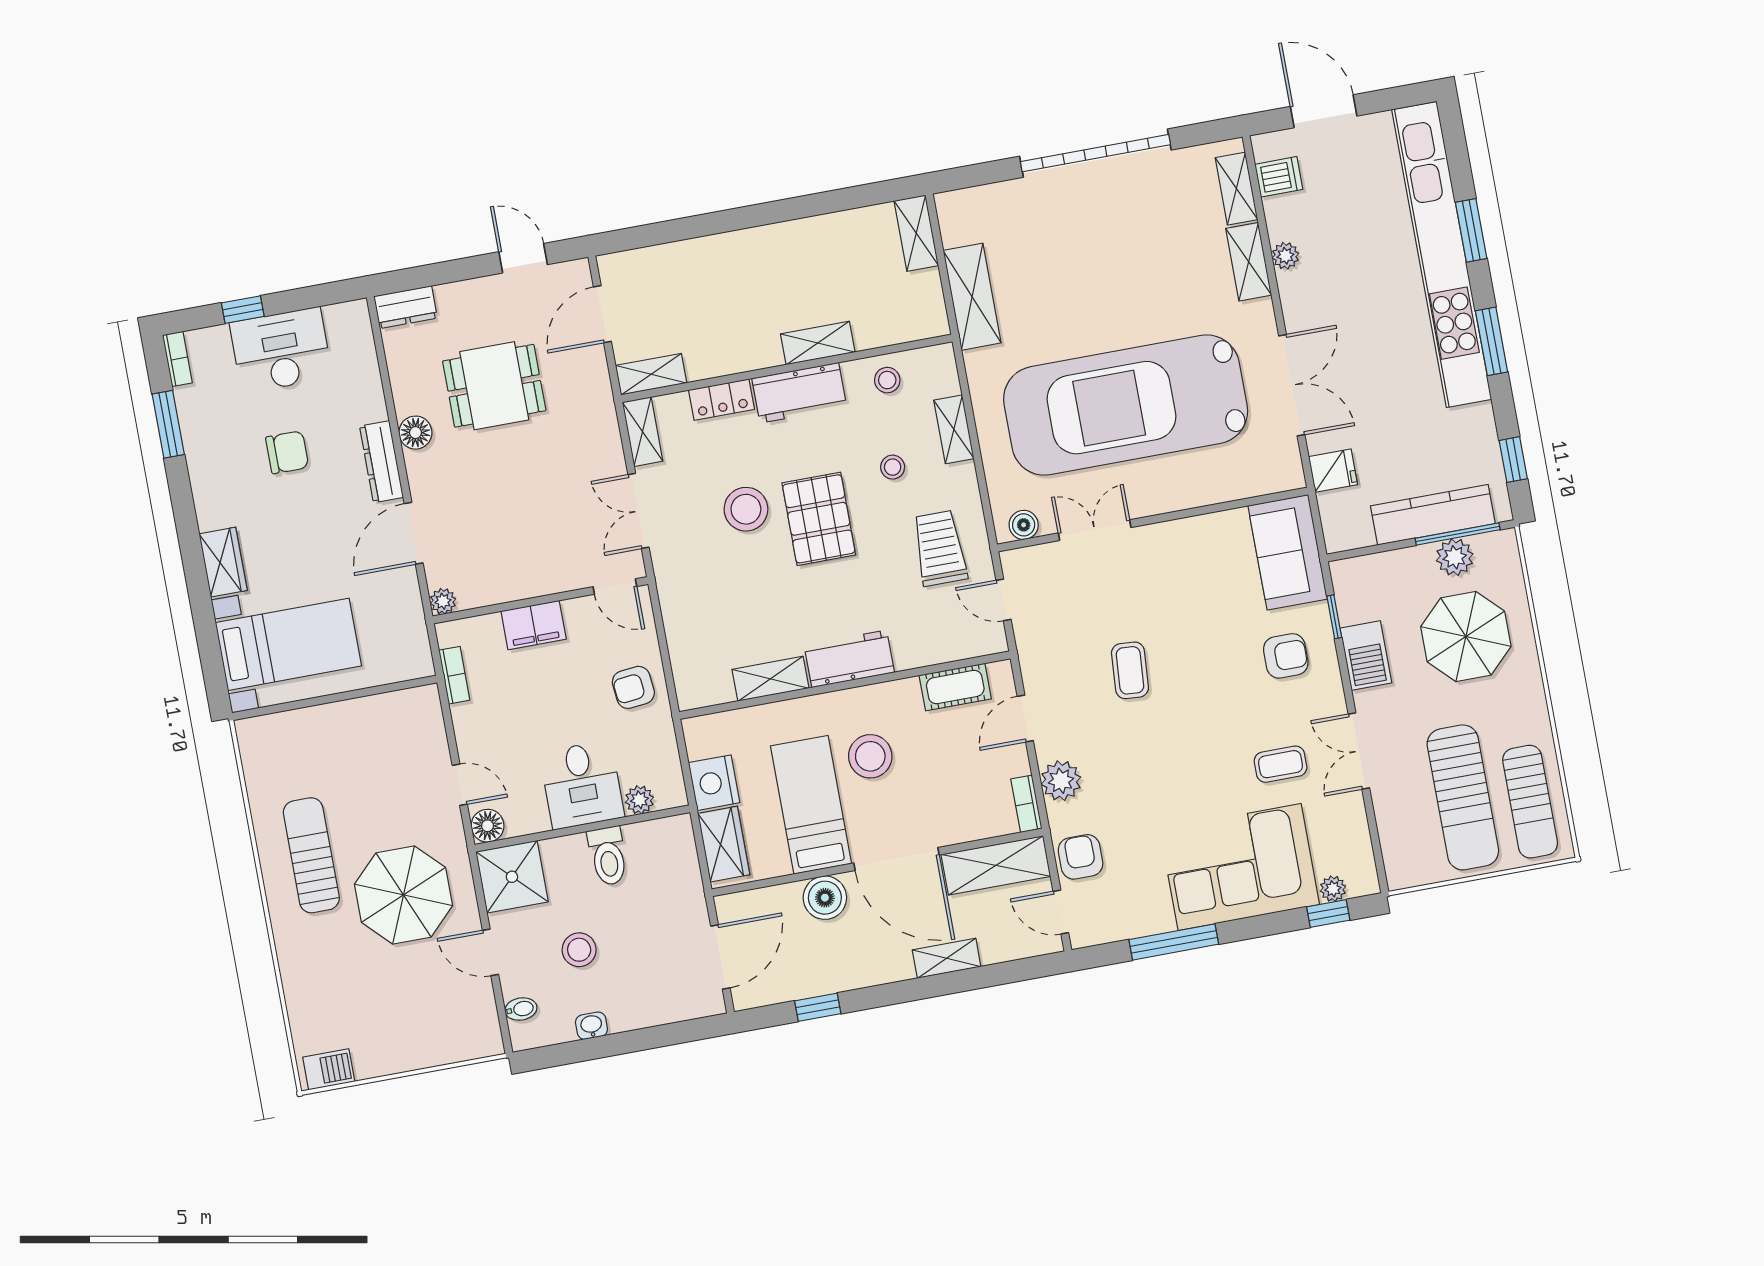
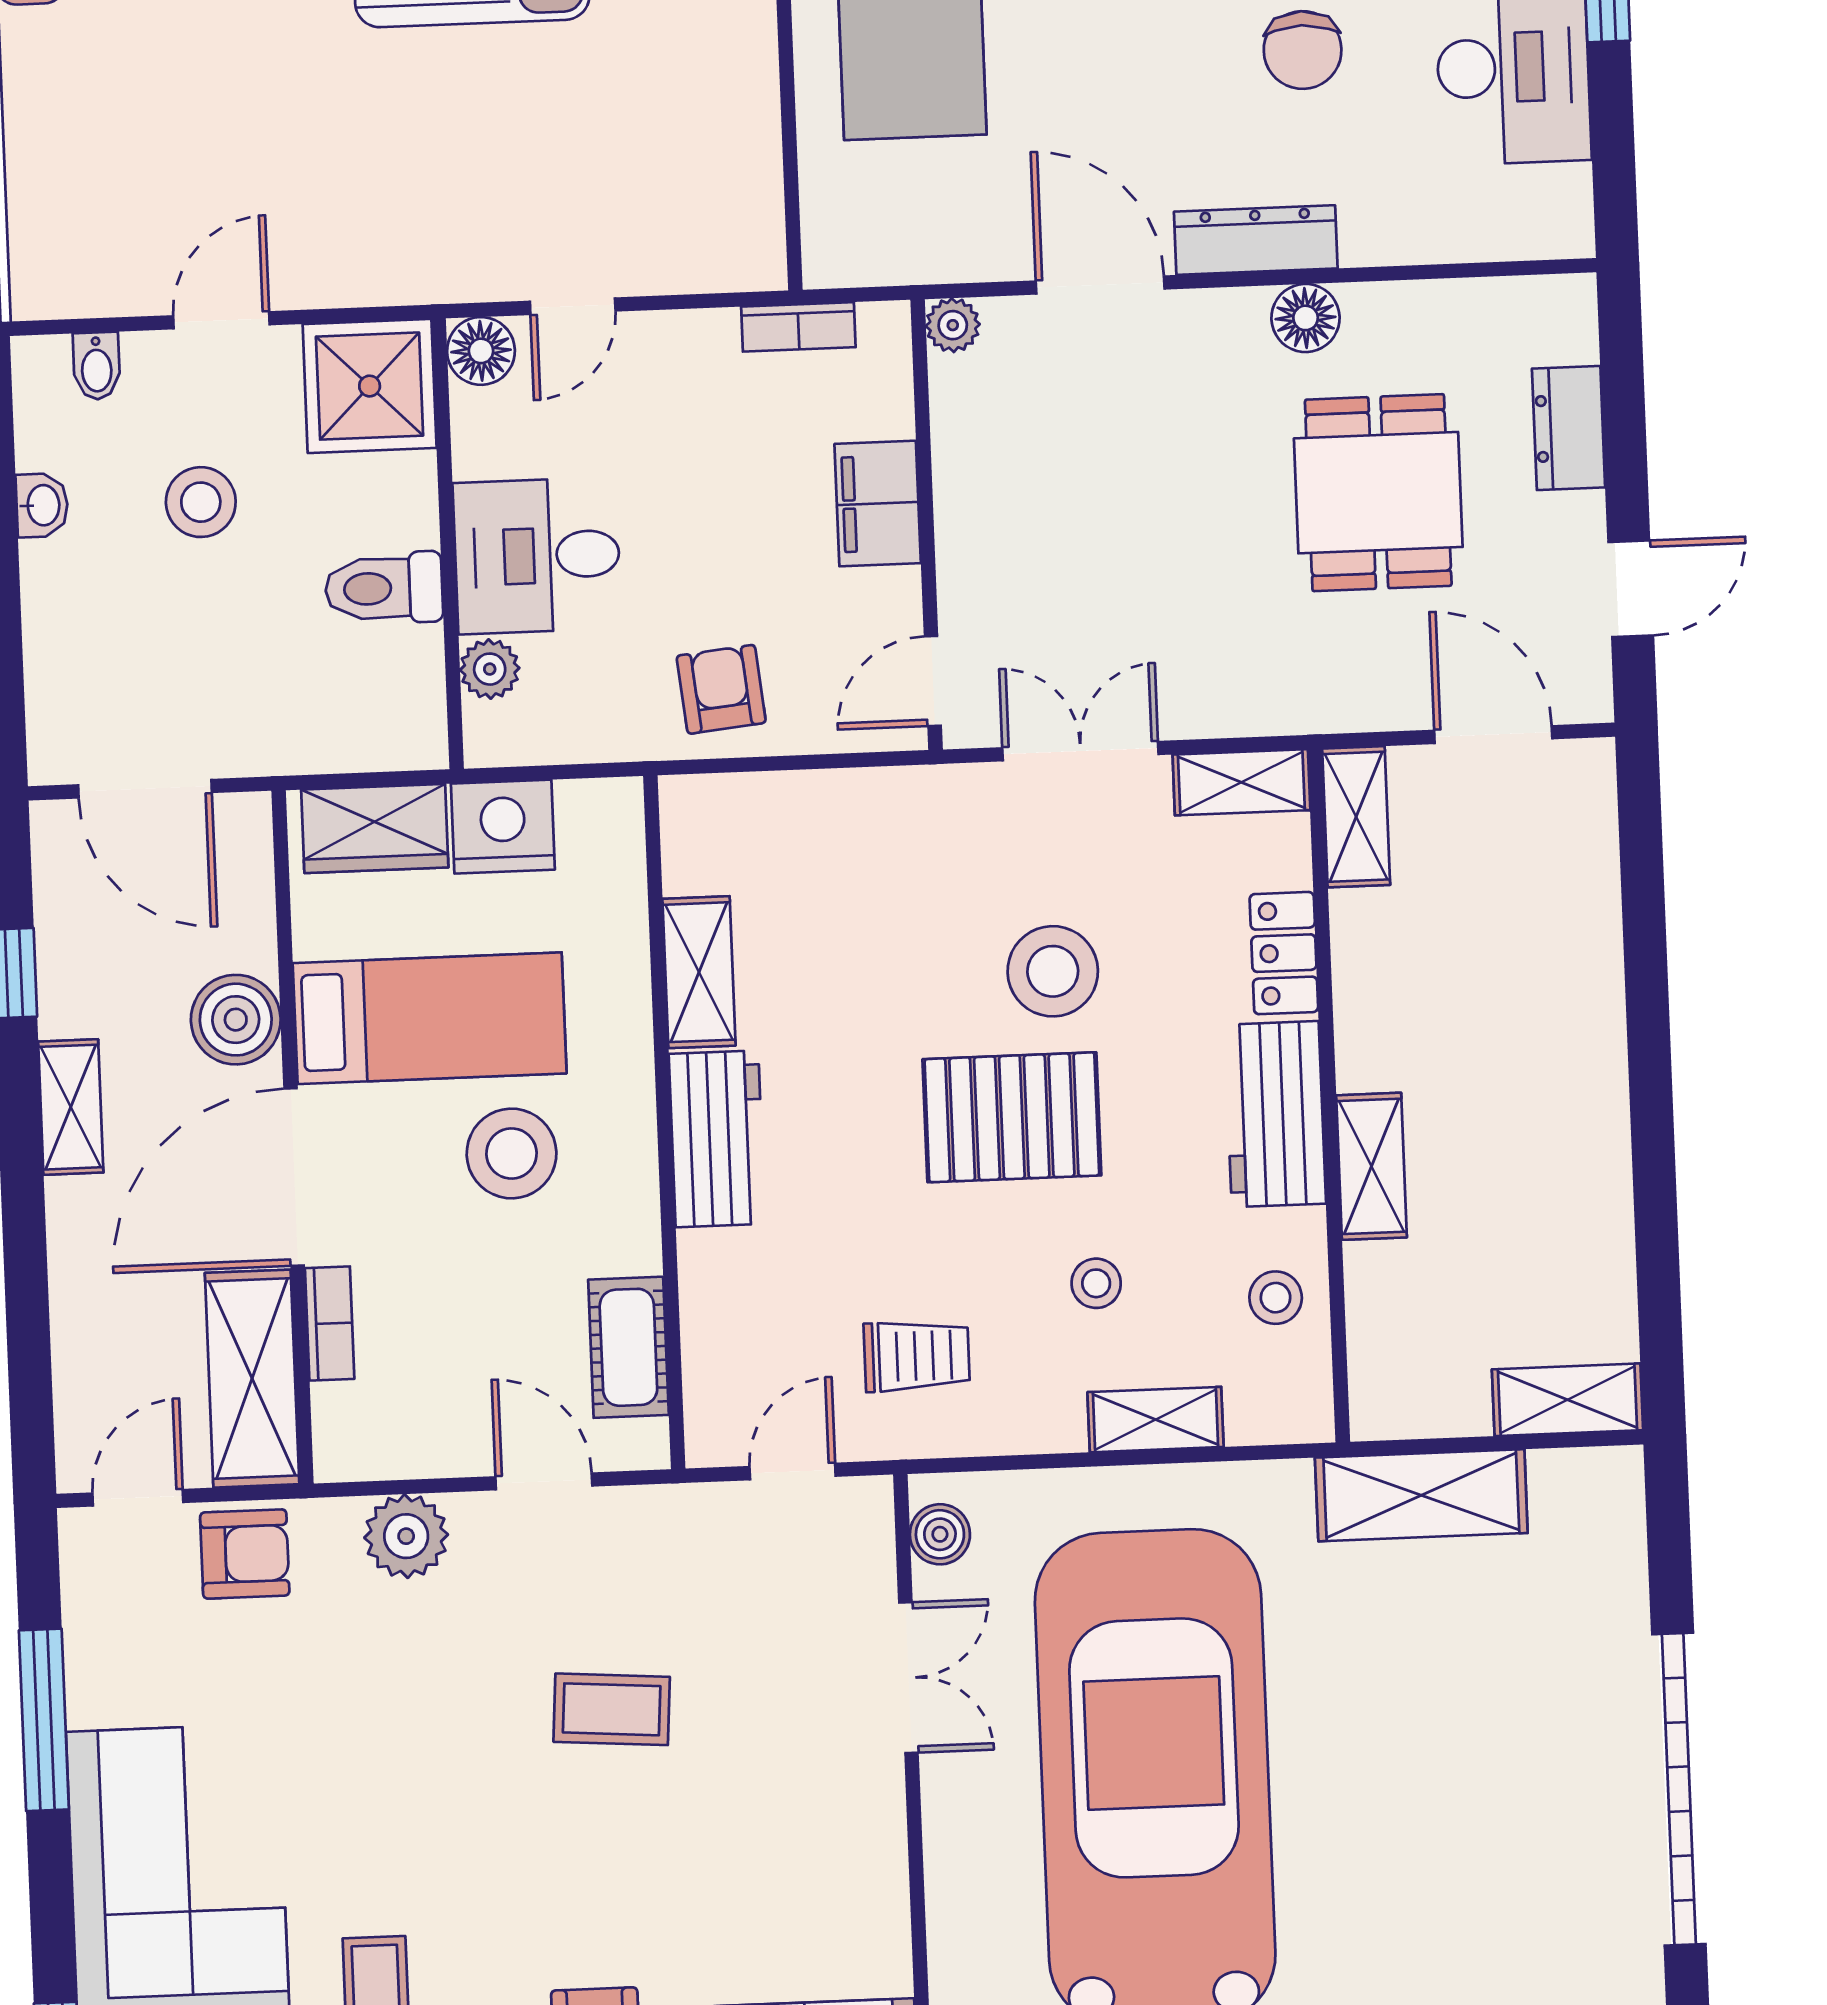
dresser: (406, 307) -> (1569, 428), moved
trolley: (940, 548) -> (917, 1356), width x0.73, depth x0.72
bookcase: (1026, 804) -> (330, 1323), moved, turned 90
parasol: (403, 895) -> (364, 159), removed
shelving: (947, 958) -> (71, 1107), moved

